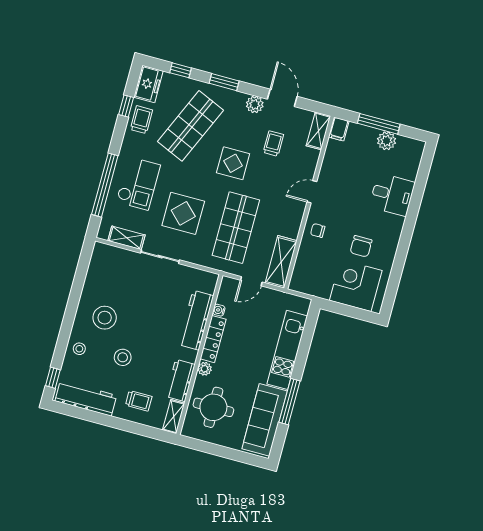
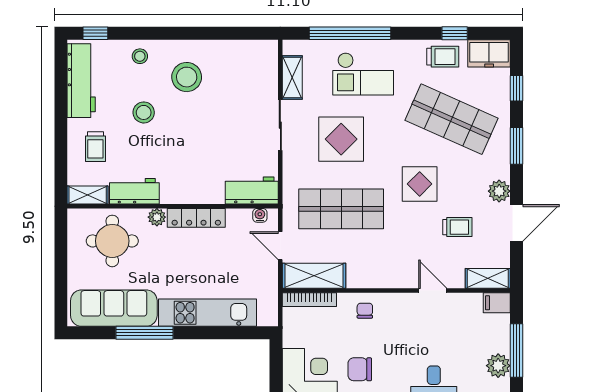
door: (312, 192) -> (433, 291), moved
bookcase: (298, 270) -> (309, 300), added
water cooler: (219, 310) -> (260, 215), moved
workbench: (196, 320) -> (252, 190), moved, width x0.73

